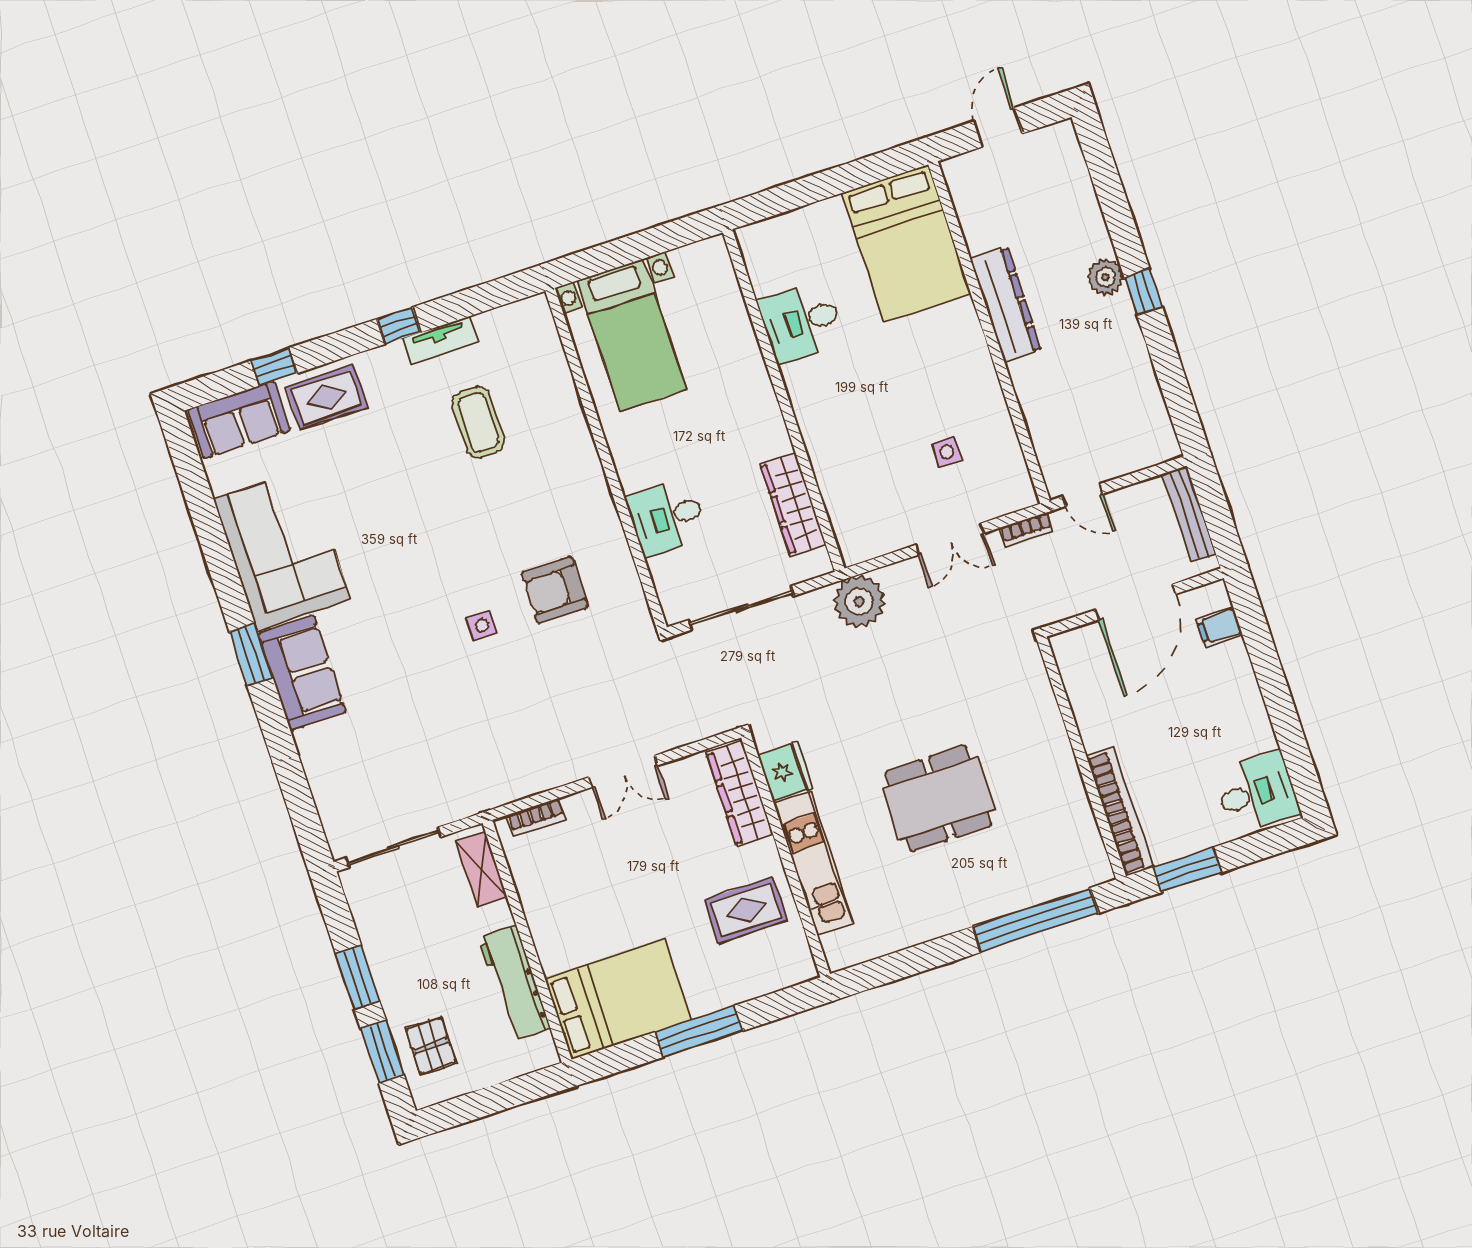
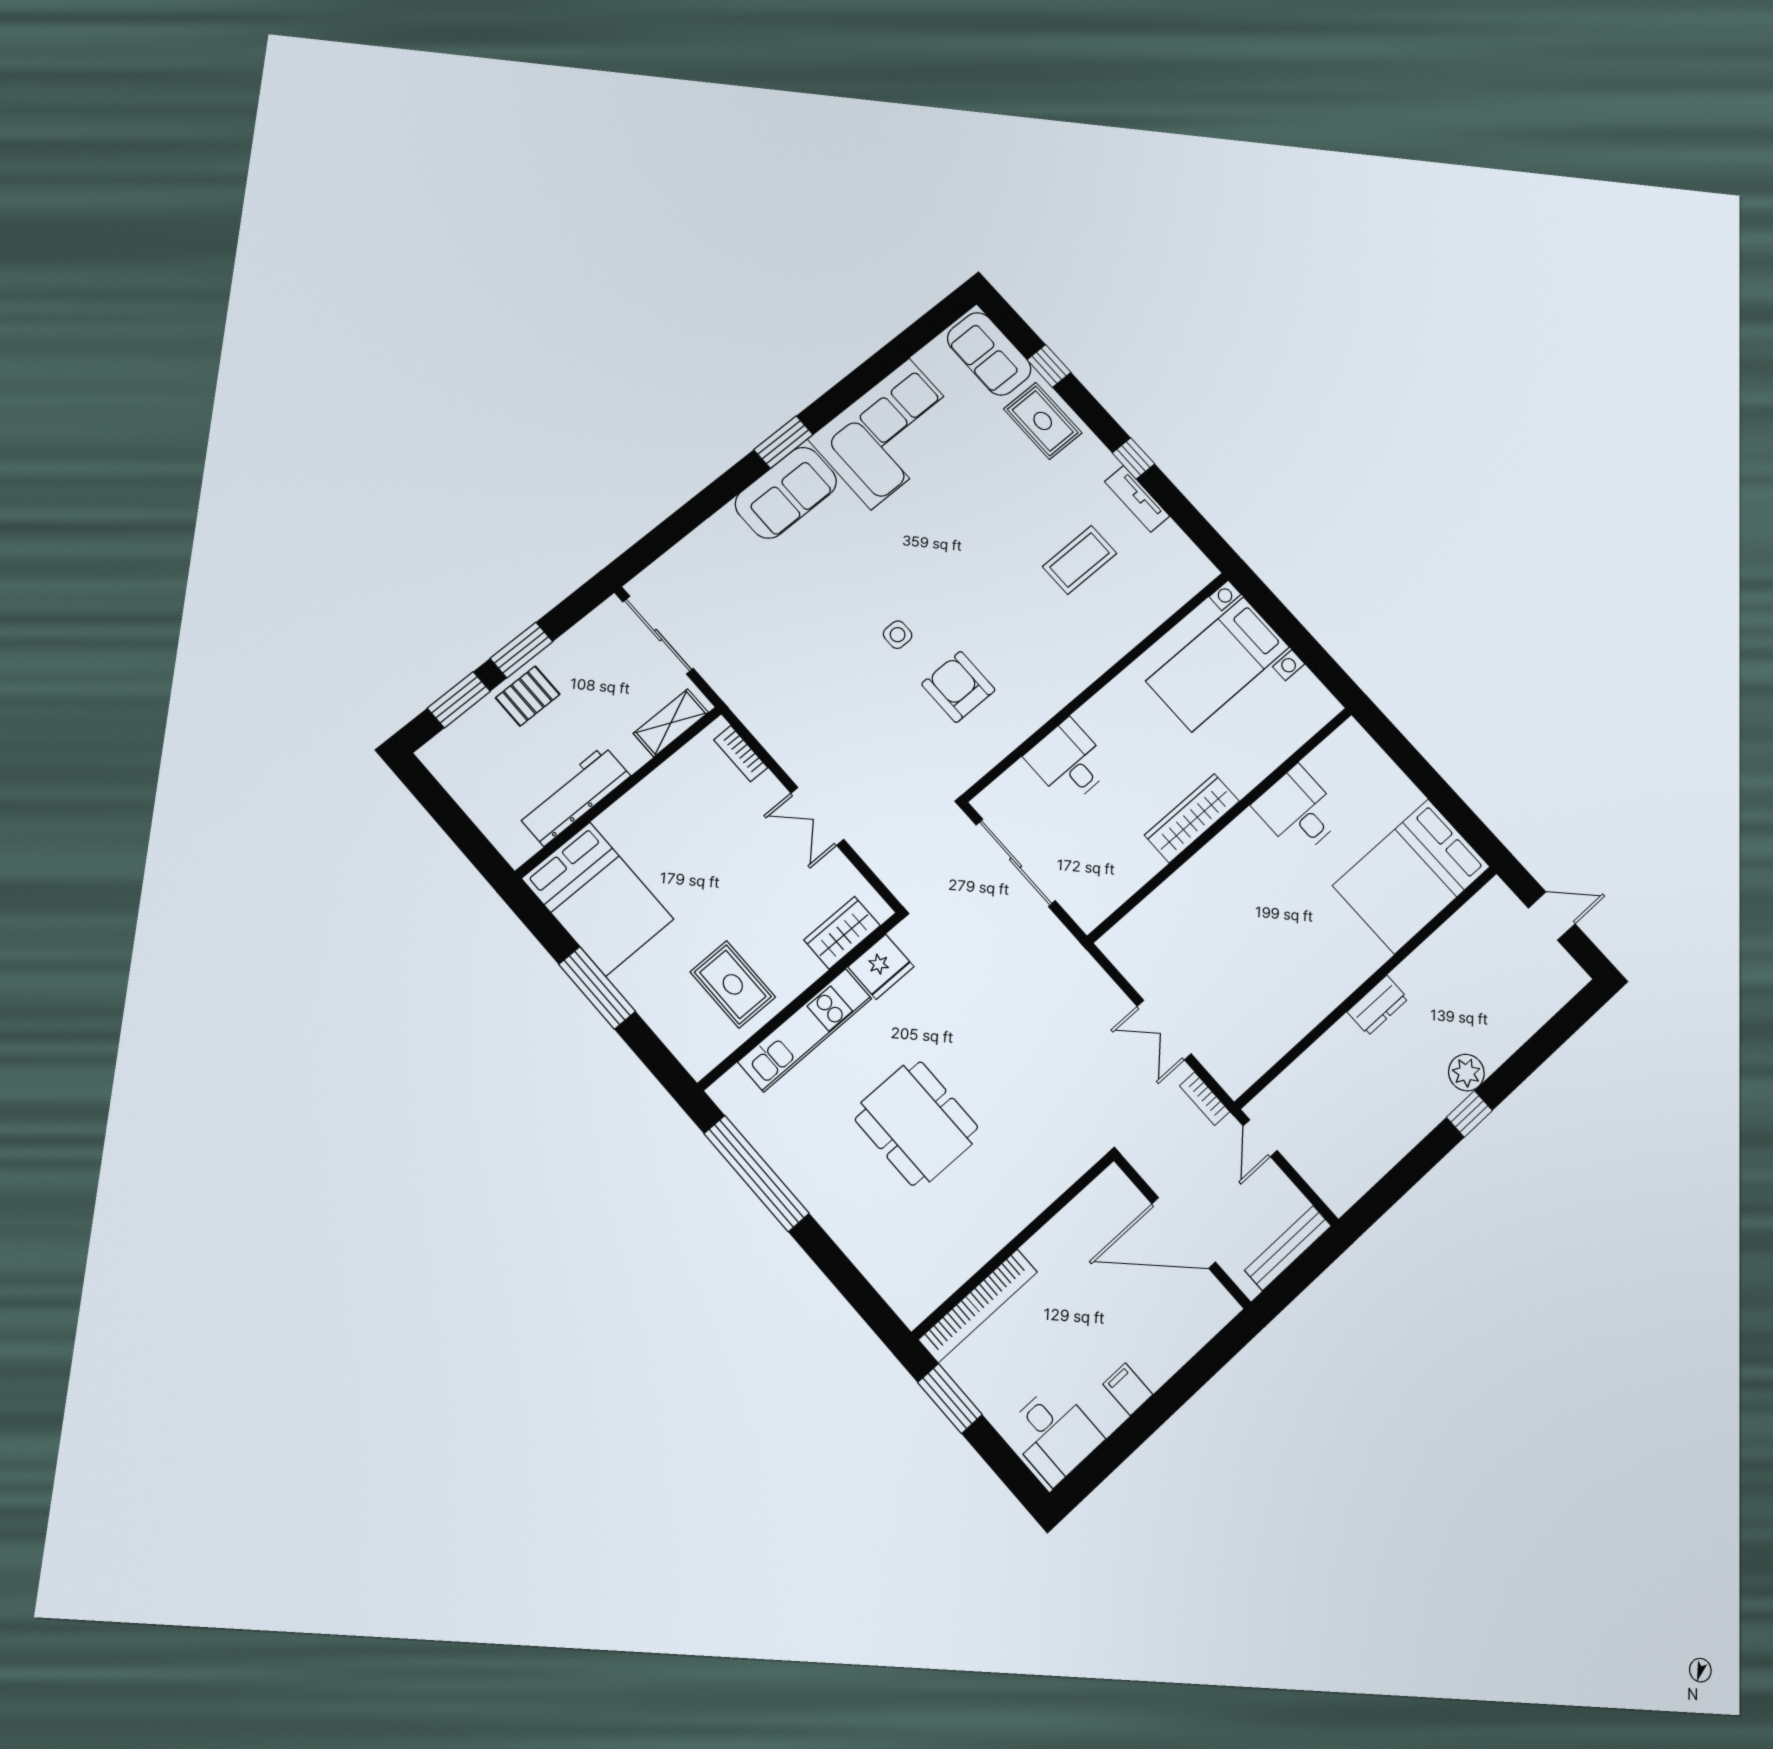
dresser: (1006, 304) -> (1378, 1005), width x0.51, depth x0.80
side table: (947, 452) -> (1242, 993), removed
wardrobe: (793, 505) -> (1192, 818), moved
plant: (859, 602) -> (1069, 970), removed
filing cabinet: (1220, 627) -> (1128, 1389), moved
wardrobe: (740, 793) -> (842, 933), width x0.67
window: (1035, 920) -> (756, 1173), moved
pallet: (431, 1046) -> (528, 696), moved

